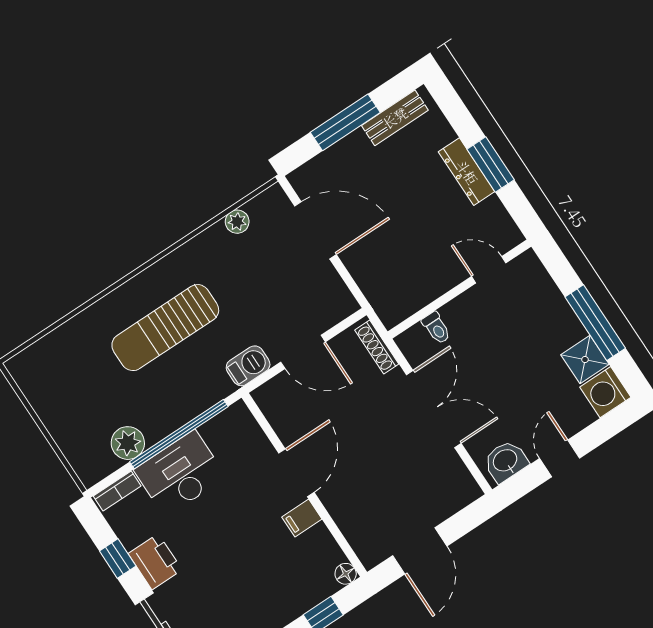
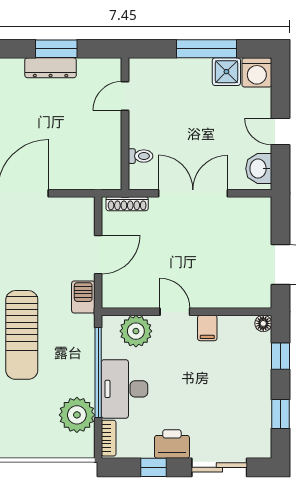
plant: (128, 443) -> (77, 415), width x1.36, depth x1.36
plant: (249, 445) -> (136, 331), added
door: (296, 473) -> (175, 312), width x0.73

